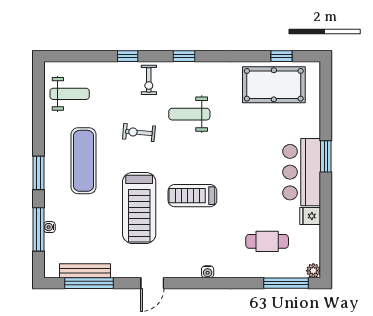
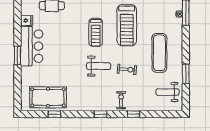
window: (282, 56) -> (55, 114), moved
weight bench: (189, 114) -> (99, 66), moved
window: (38, 173) -> (186, 74), moved
treadmill: (192, 196) -> (96, 32), turned 90
treadmill: (139, 208) -> (127, 25), turned 180

